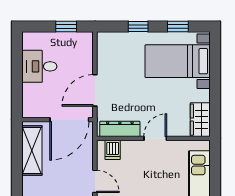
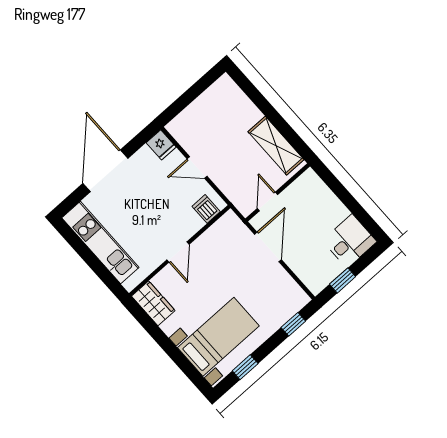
window: (138, 26) -> (293, 324), moved
desk: (39, 66) -> (349, 241), moved
door: (69, 120) -> (267, 202), width x0.53
dresser: (120, 129) -> (216, 233), removed

